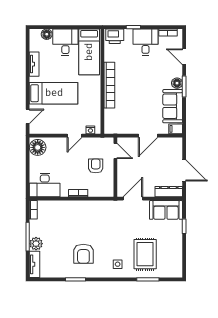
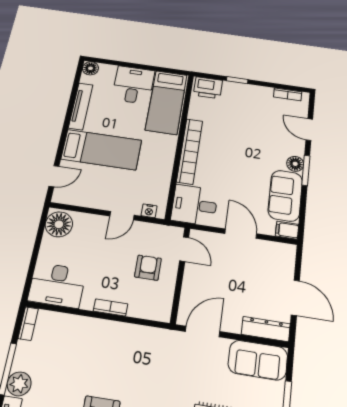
floor lamp: (47, 34) -> (90, 68), moved
desk: (146, 42) -> (194, 205), moved, turned -90
tv unit: (34, 64) -> (81, 106), width x1.41
door: (148, 136) -> (241, 234), swing flipped

